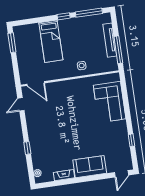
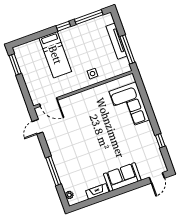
window: (27, 148) -> (53, 171), width x2.17

